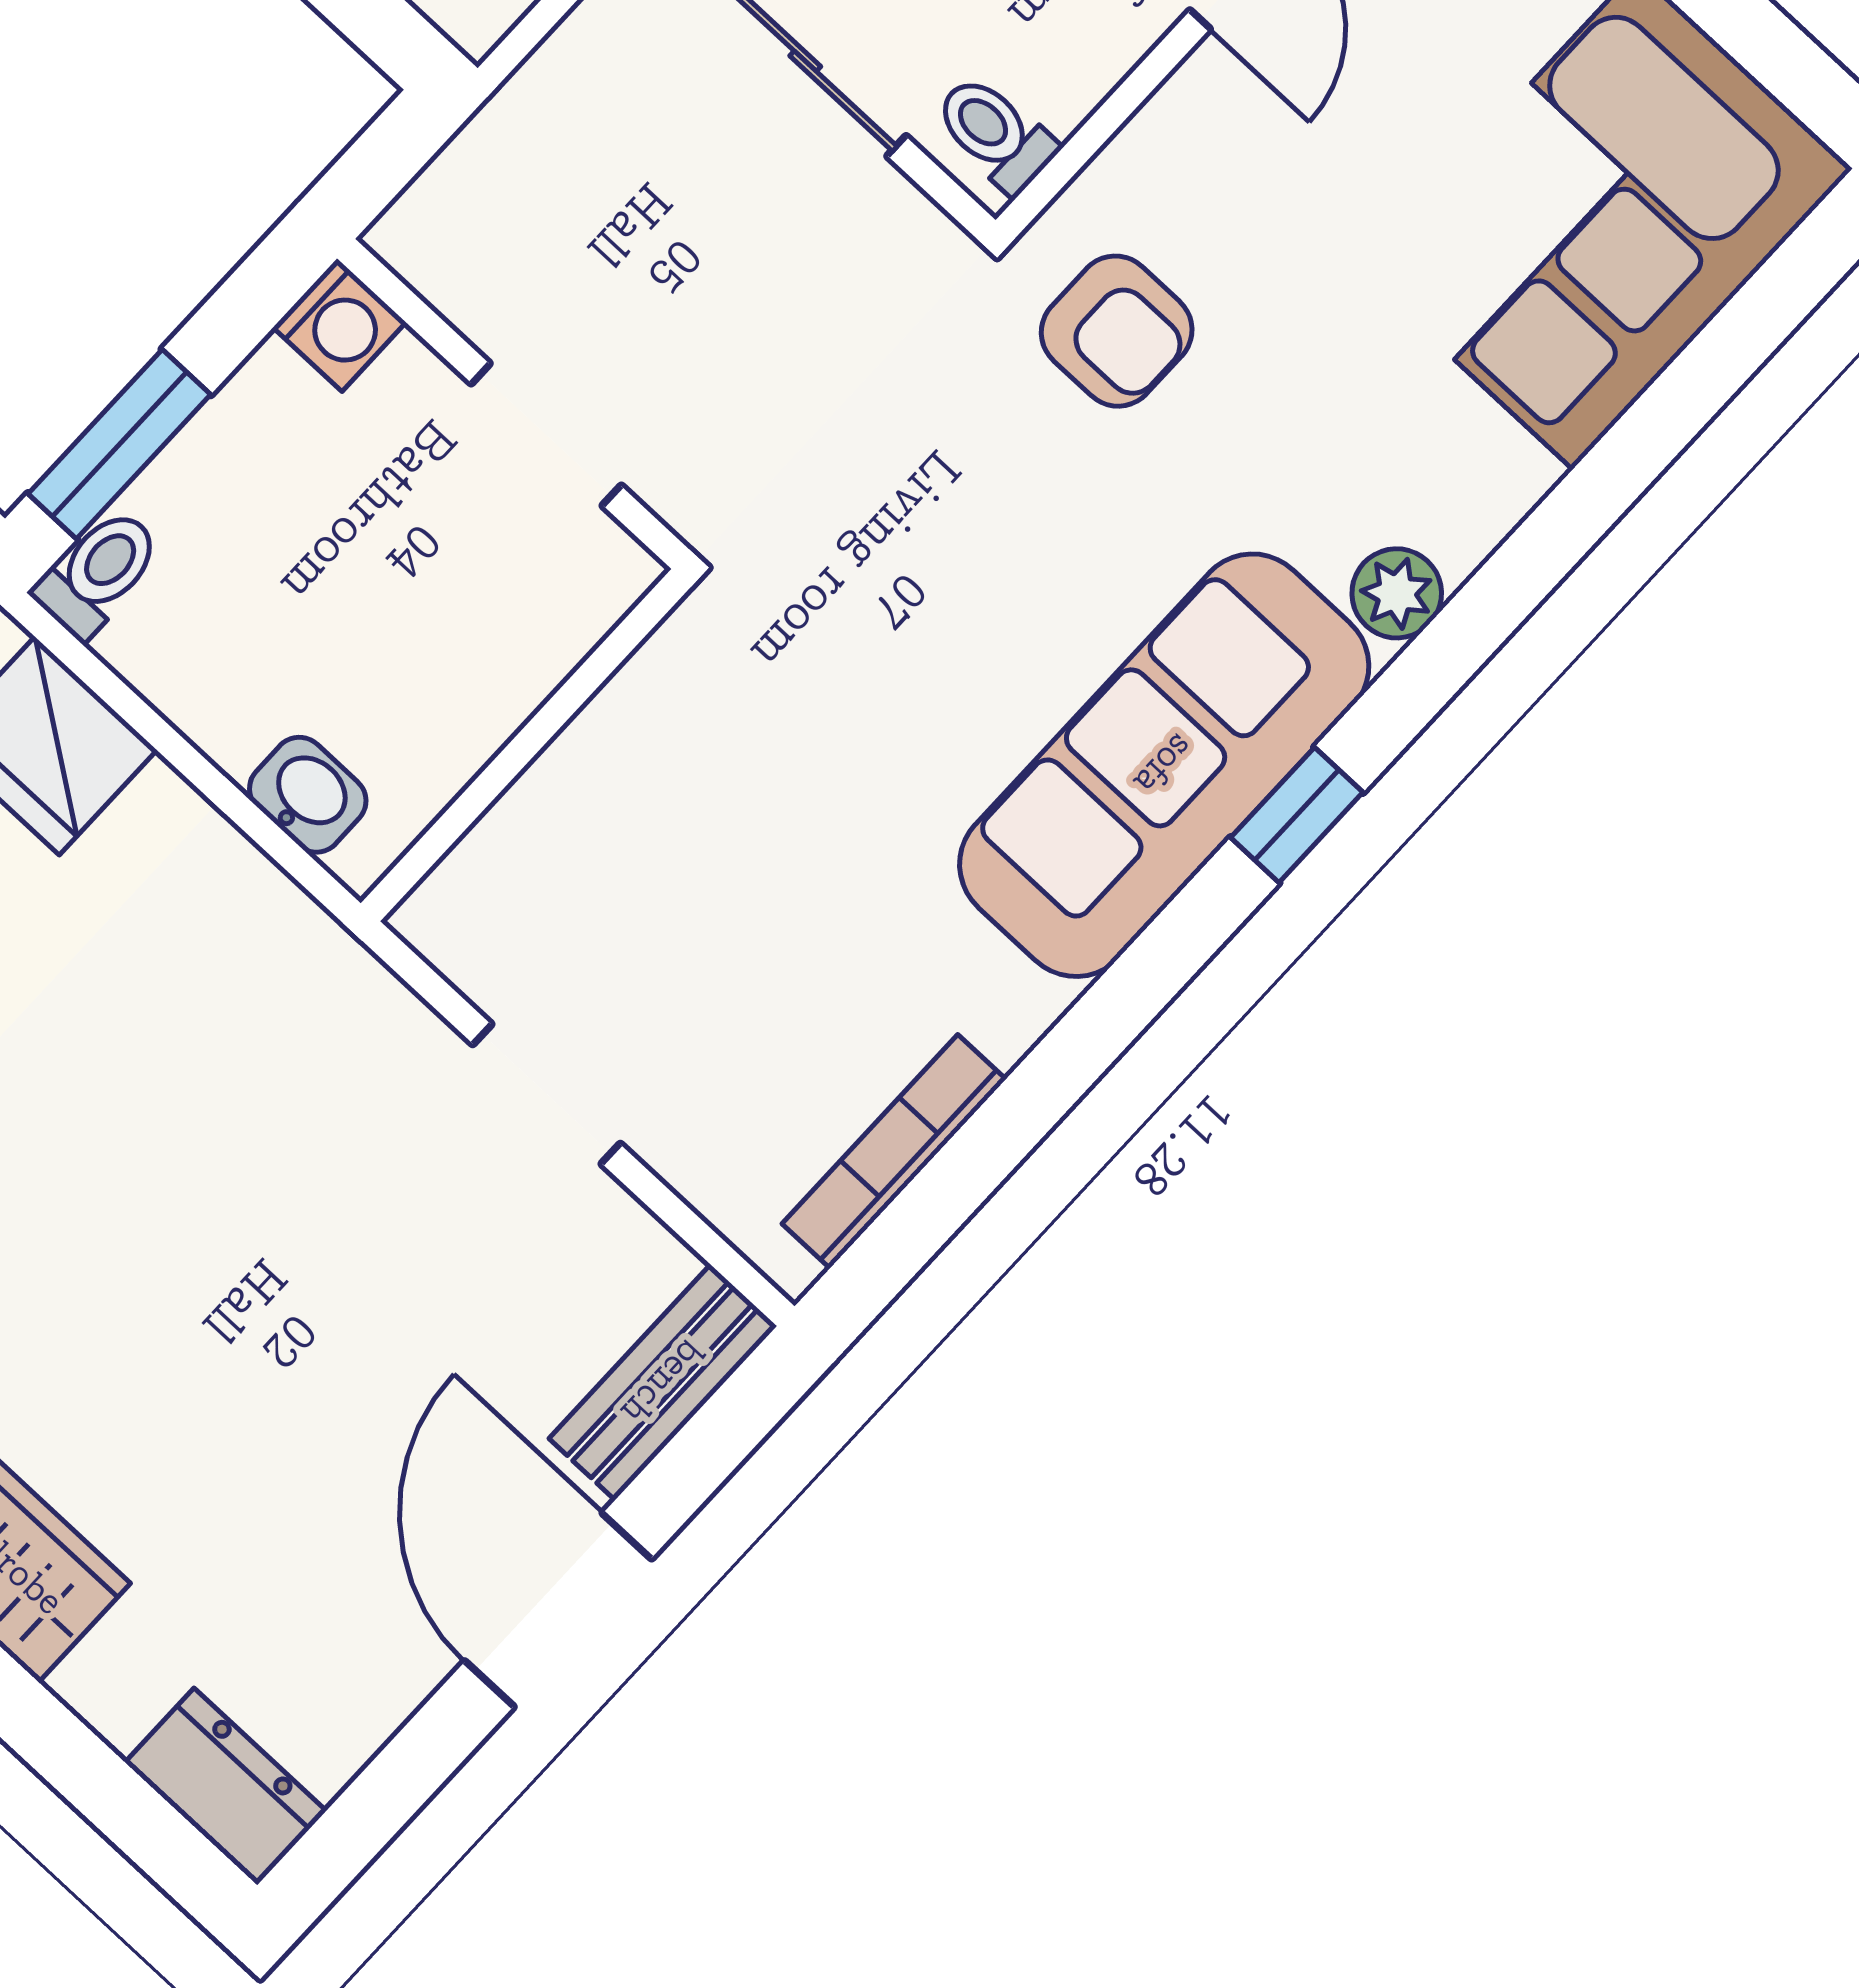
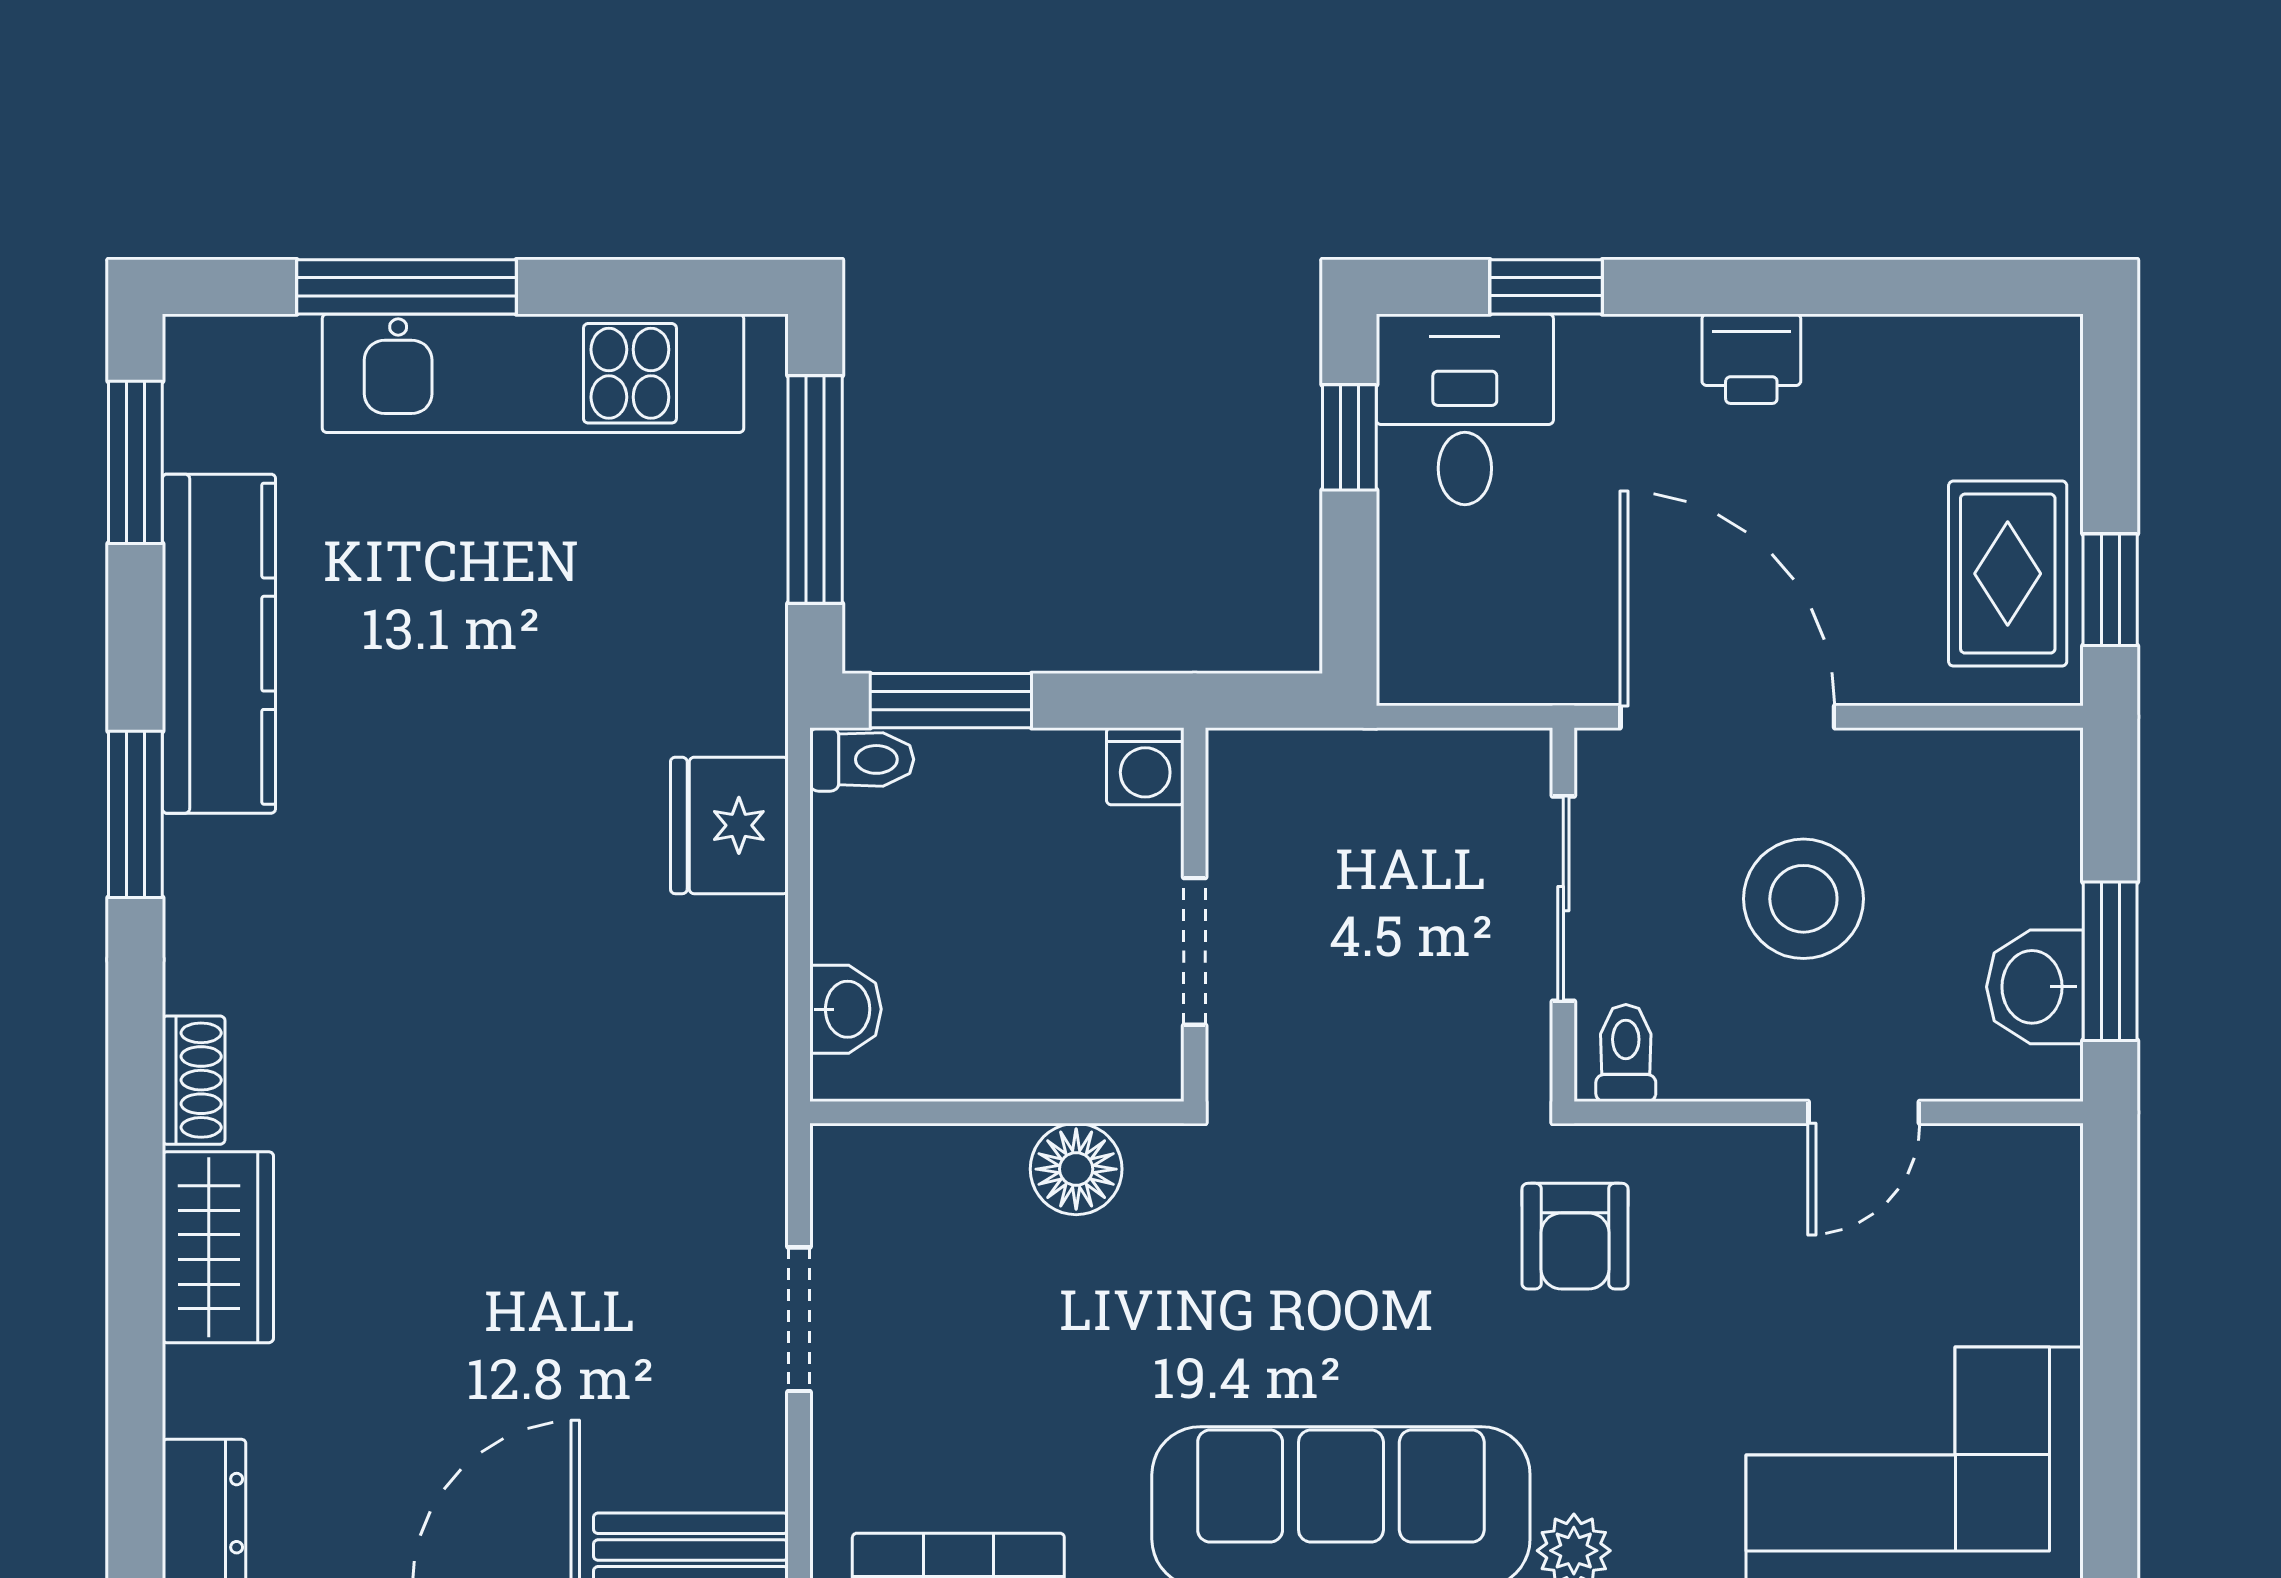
floor lamp: (642, 721) -> (1076, 1169), added

